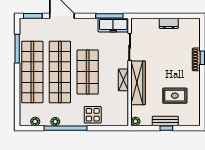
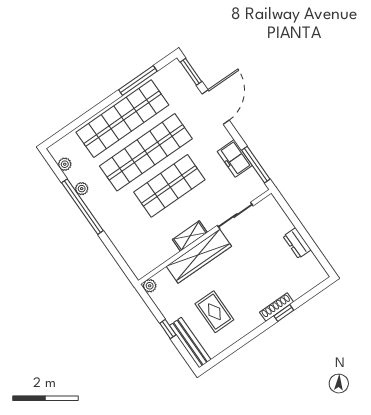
freezer: (113, 25) -> (235, 158), moved, width x0.71
display table: (93, 115) -> (122, 228), removed
bench: (165, 121) -> (190, 343), moved, width x1.36

